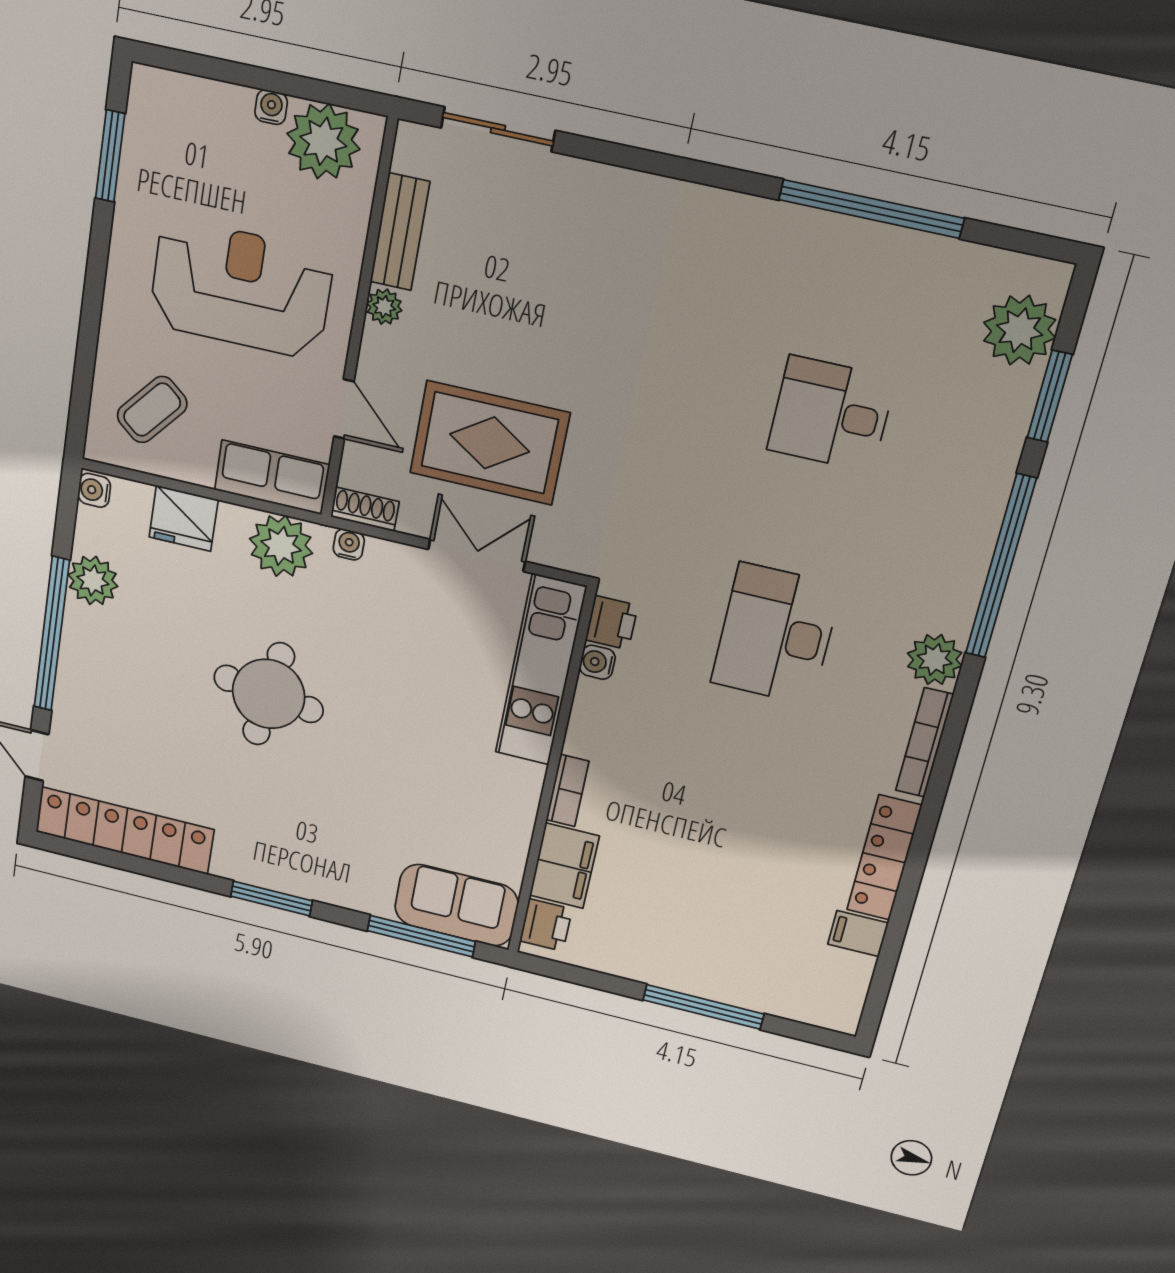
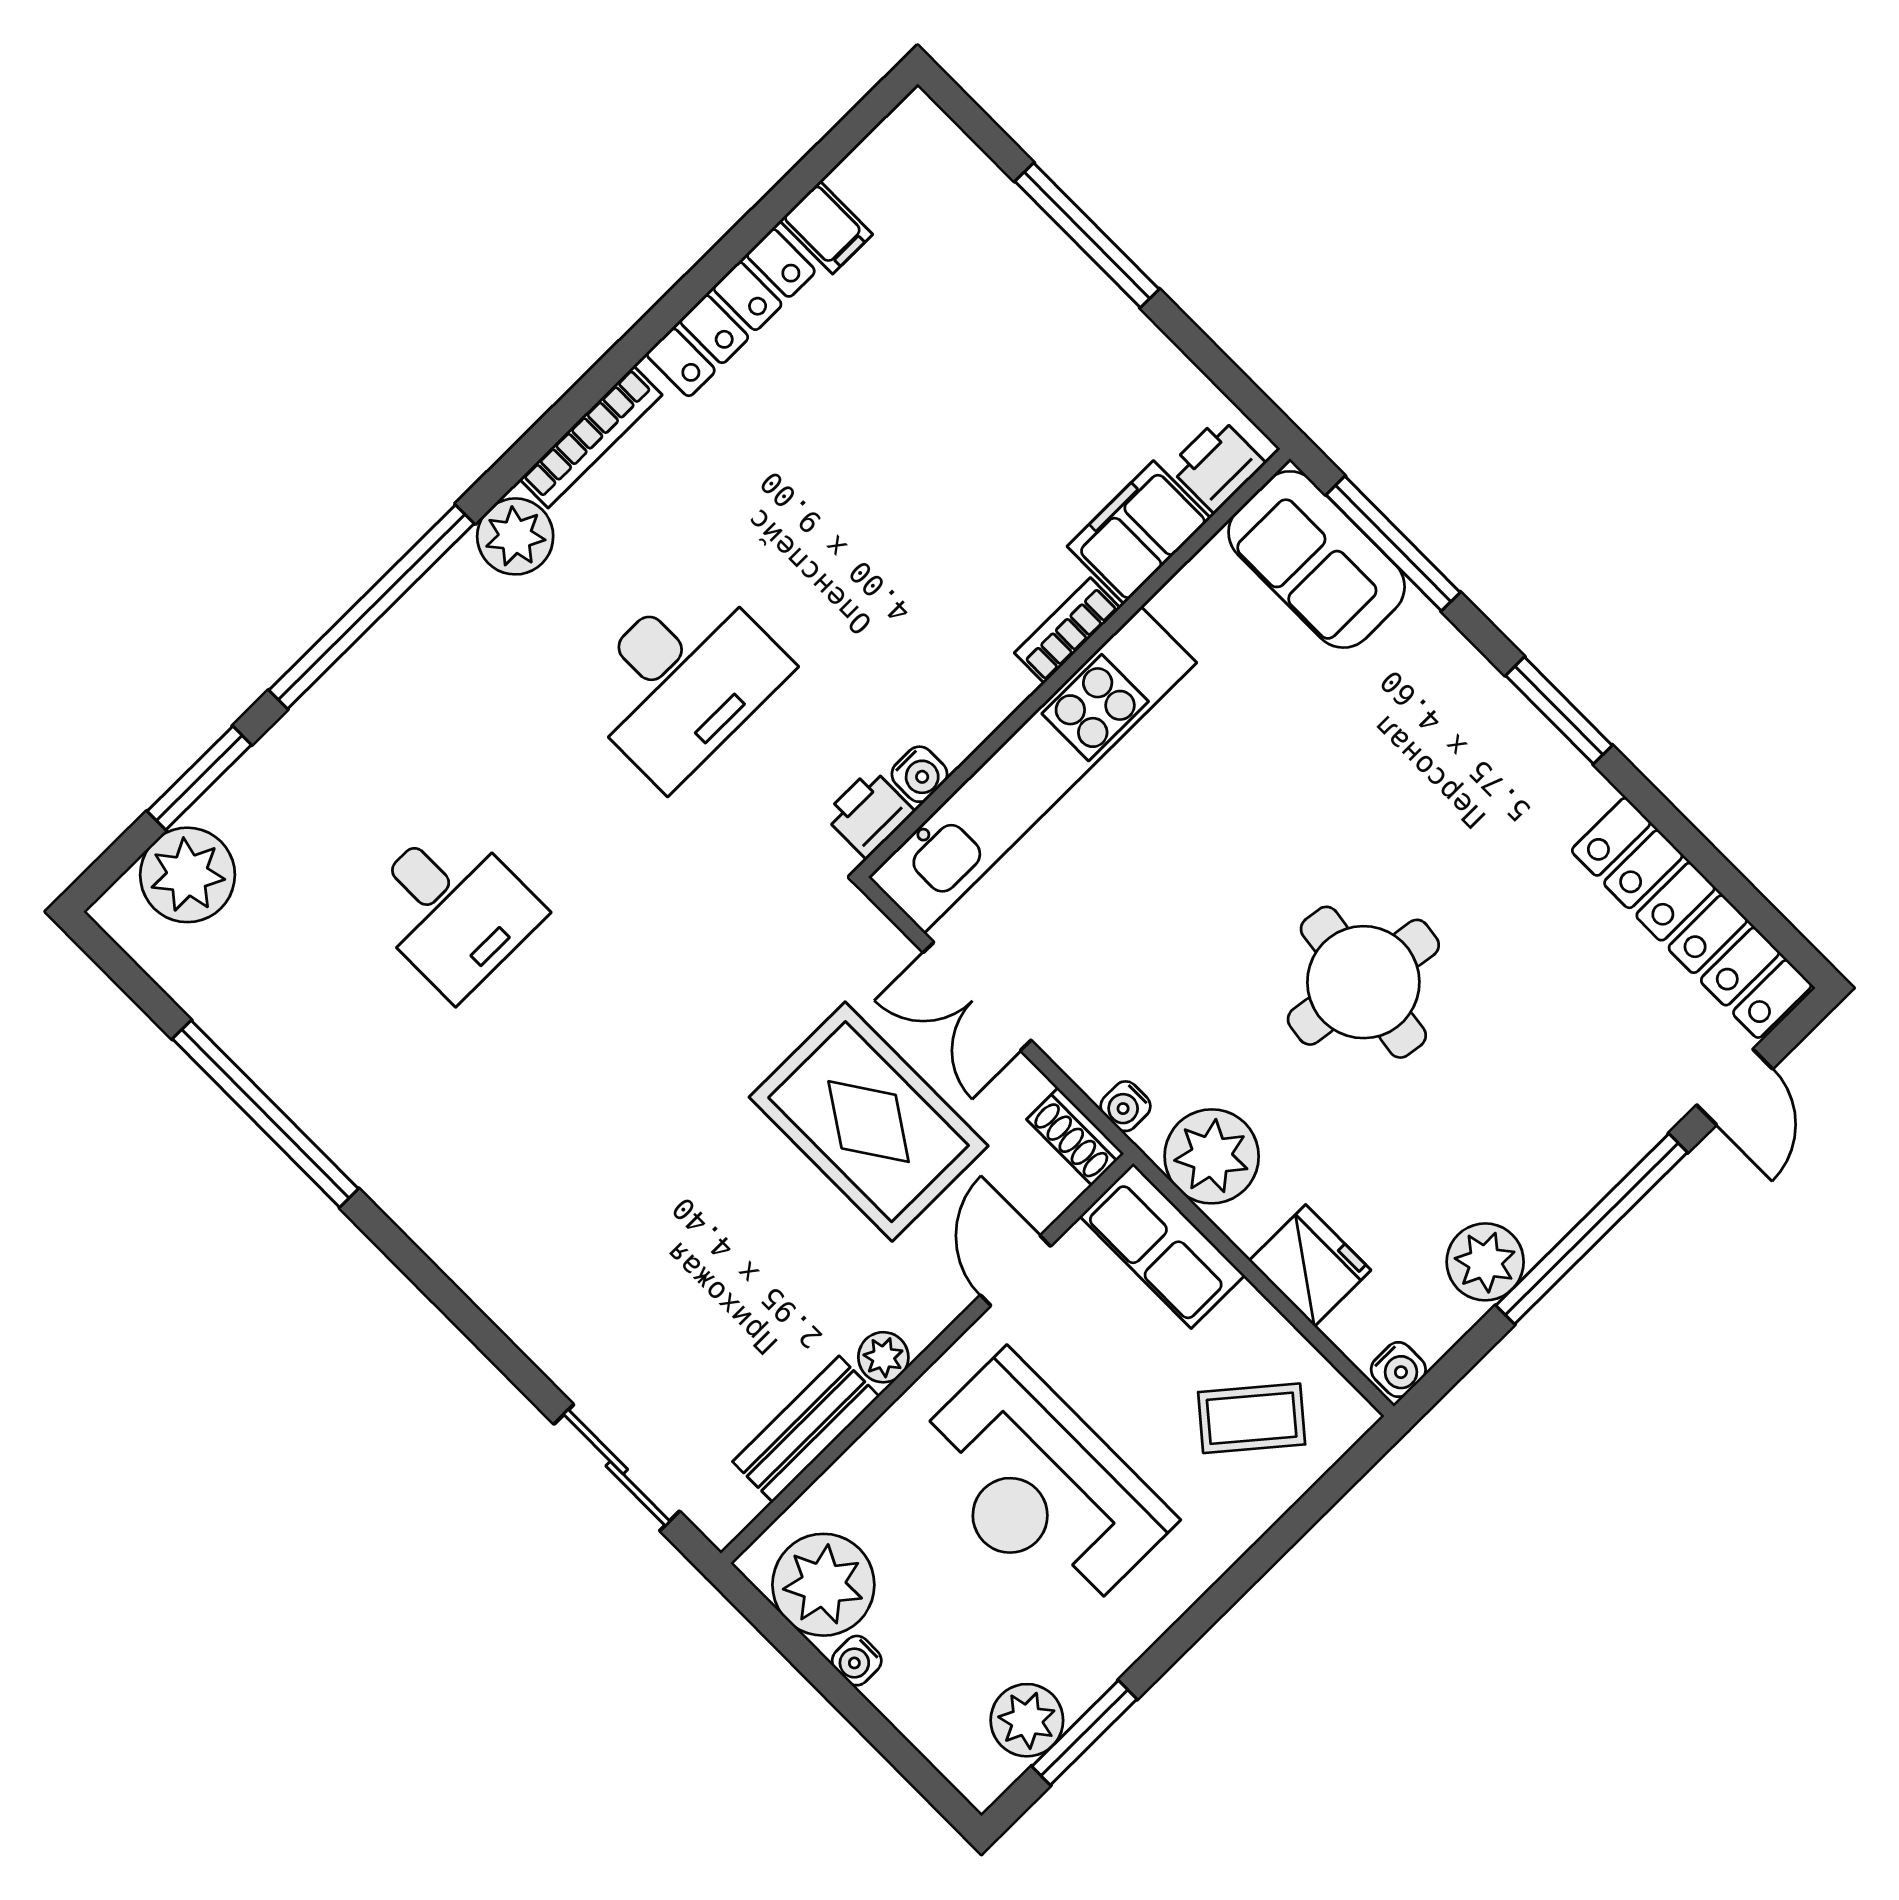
plant: (148, 140) -> (1027, 1720), added
kitchen unit: (541, 670) -> (1032, 770), width x1.36

